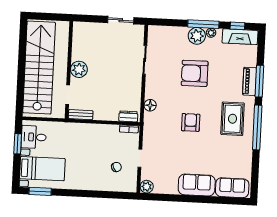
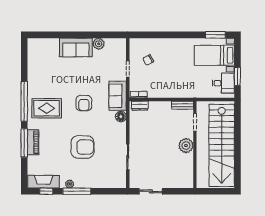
plant: (197, 36) -> (82, 181), removed
rug: (233, 119) -> (47, 108), turned 90
plant: (147, 187) -> (99, 44), moved
sofa: (232, 188) -> (118, 96), moved, turned 90

